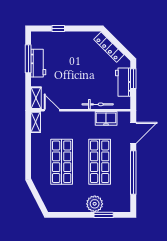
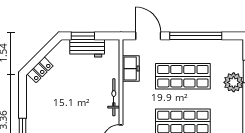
locker: (109, 47) -> (40, 70), width x0.66
bicycle: (98, 104) -> (114, 97), moved

